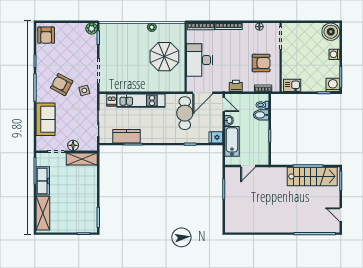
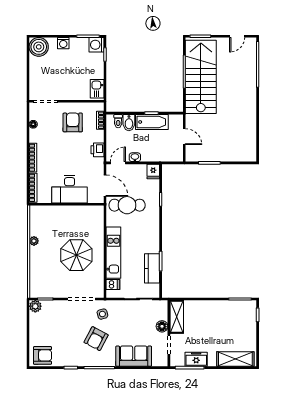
parasol: (164, 57) -> (76, 255), moved
bathtub: (232, 141) -> (152, 122), moved, turned 180
stairs: (312, 176) -> (201, 77), width x1.36, depth x1.51
freezer: (43, 181) -> (196, 359), width x0.71

